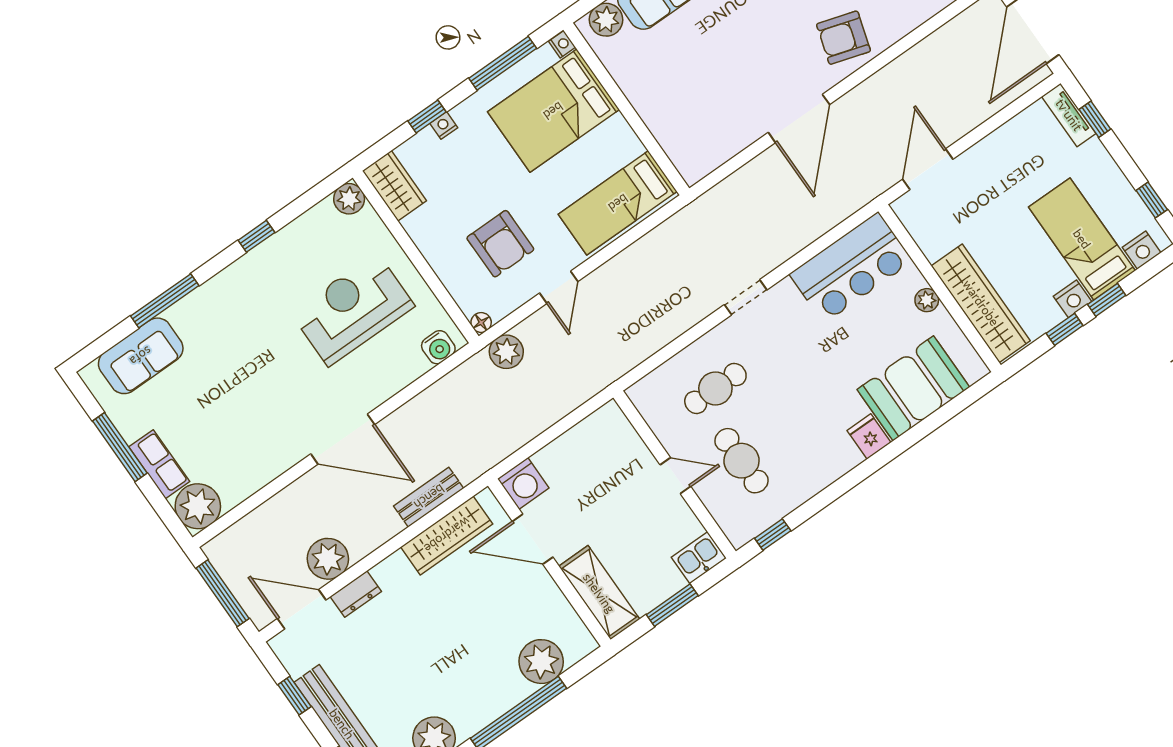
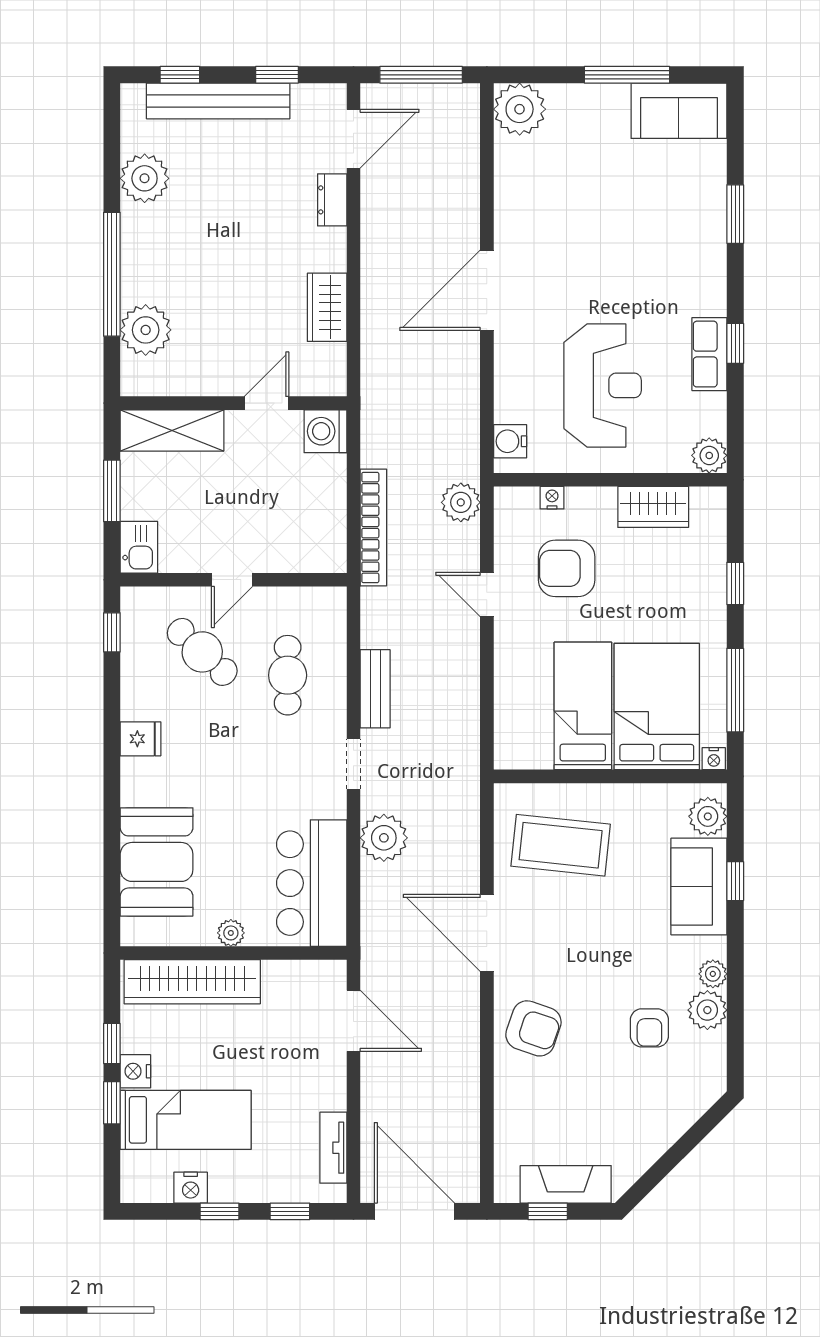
armchair: (844, 38) -> (533, 1028), turned 92
coffee table: (700, 110) -> (561, 845), added
tv unit: (1069, 115) -> (333, 1148), moved, turned -90
nightstand: (444, 125) -> (552, 498), moved, turned -90
wardrobe: (394, 186) -> (653, 507), moved
window: (1152, 200) -> (220, 1211), moved
bed: (618, 203) -> (583, 706), moved
nightstand: (1142, 250) -> (191, 1188), moved, turned -90
window: (165, 301) -> (735, 214), width x0.69
floor lamp: (481, 323) -> (505, 498), removed
sofa: (141, 356) -> (679, 111), moved, turned -90
bookcase: (568, 401) -> (373, 528), added
fridge: (869, 437) -> (141, 739), moved
cafe table: (742, 461) -> (202, 652), turned 43
row of seats: (159, 464) -> (709, 354), moved, turned 90
bench: (429, 497) -> (375, 689), moved
wardrobe: (447, 535) -> (327, 307), width x0.67
door: (533, 539) -> (267, 403), width x0.73
plant: (328, 559) -> (384, 838), moved

